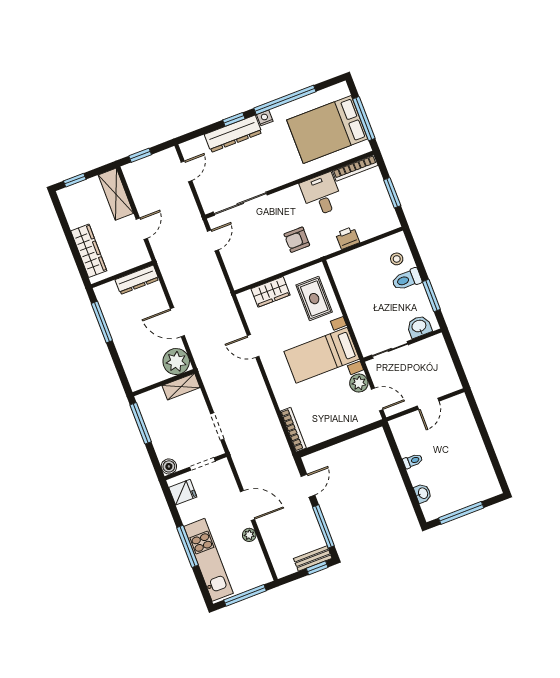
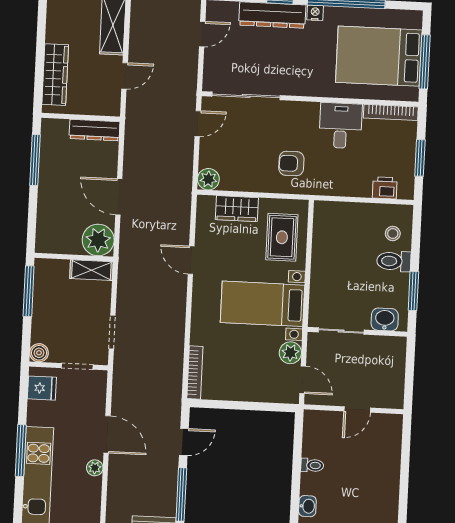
printer: (347, 238) -> (385, 188), moved
plant: (239, 279) -> (208, 179), added

